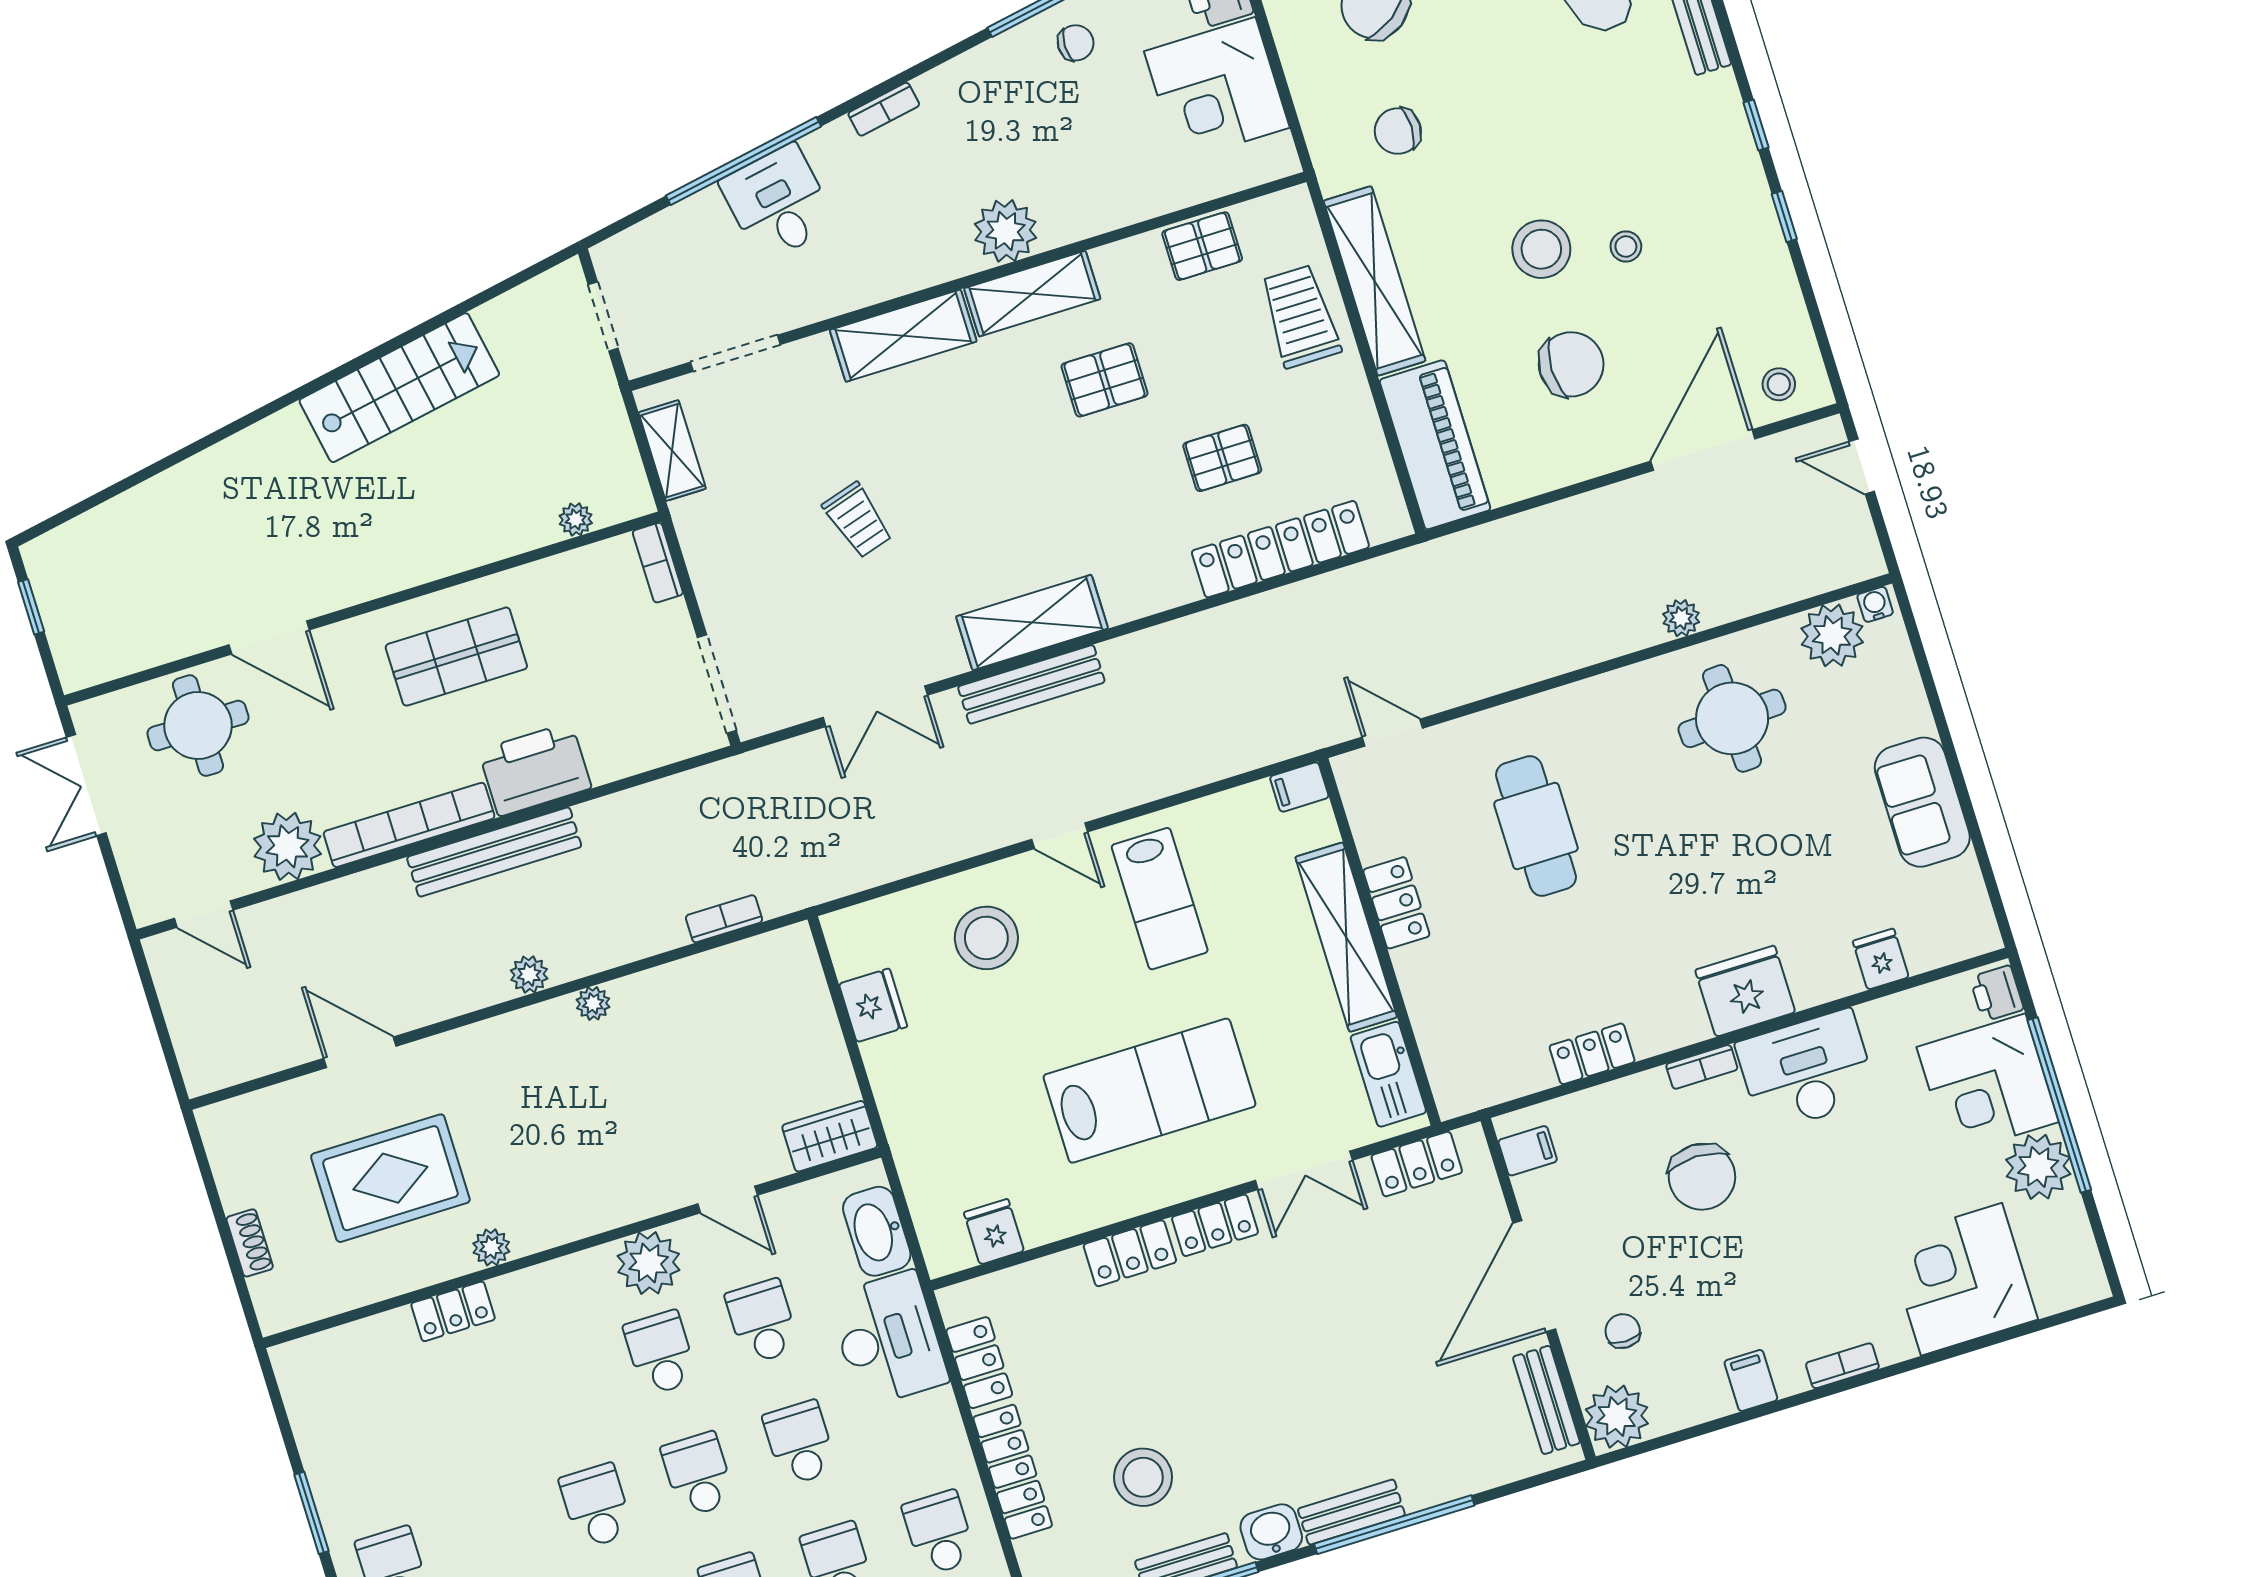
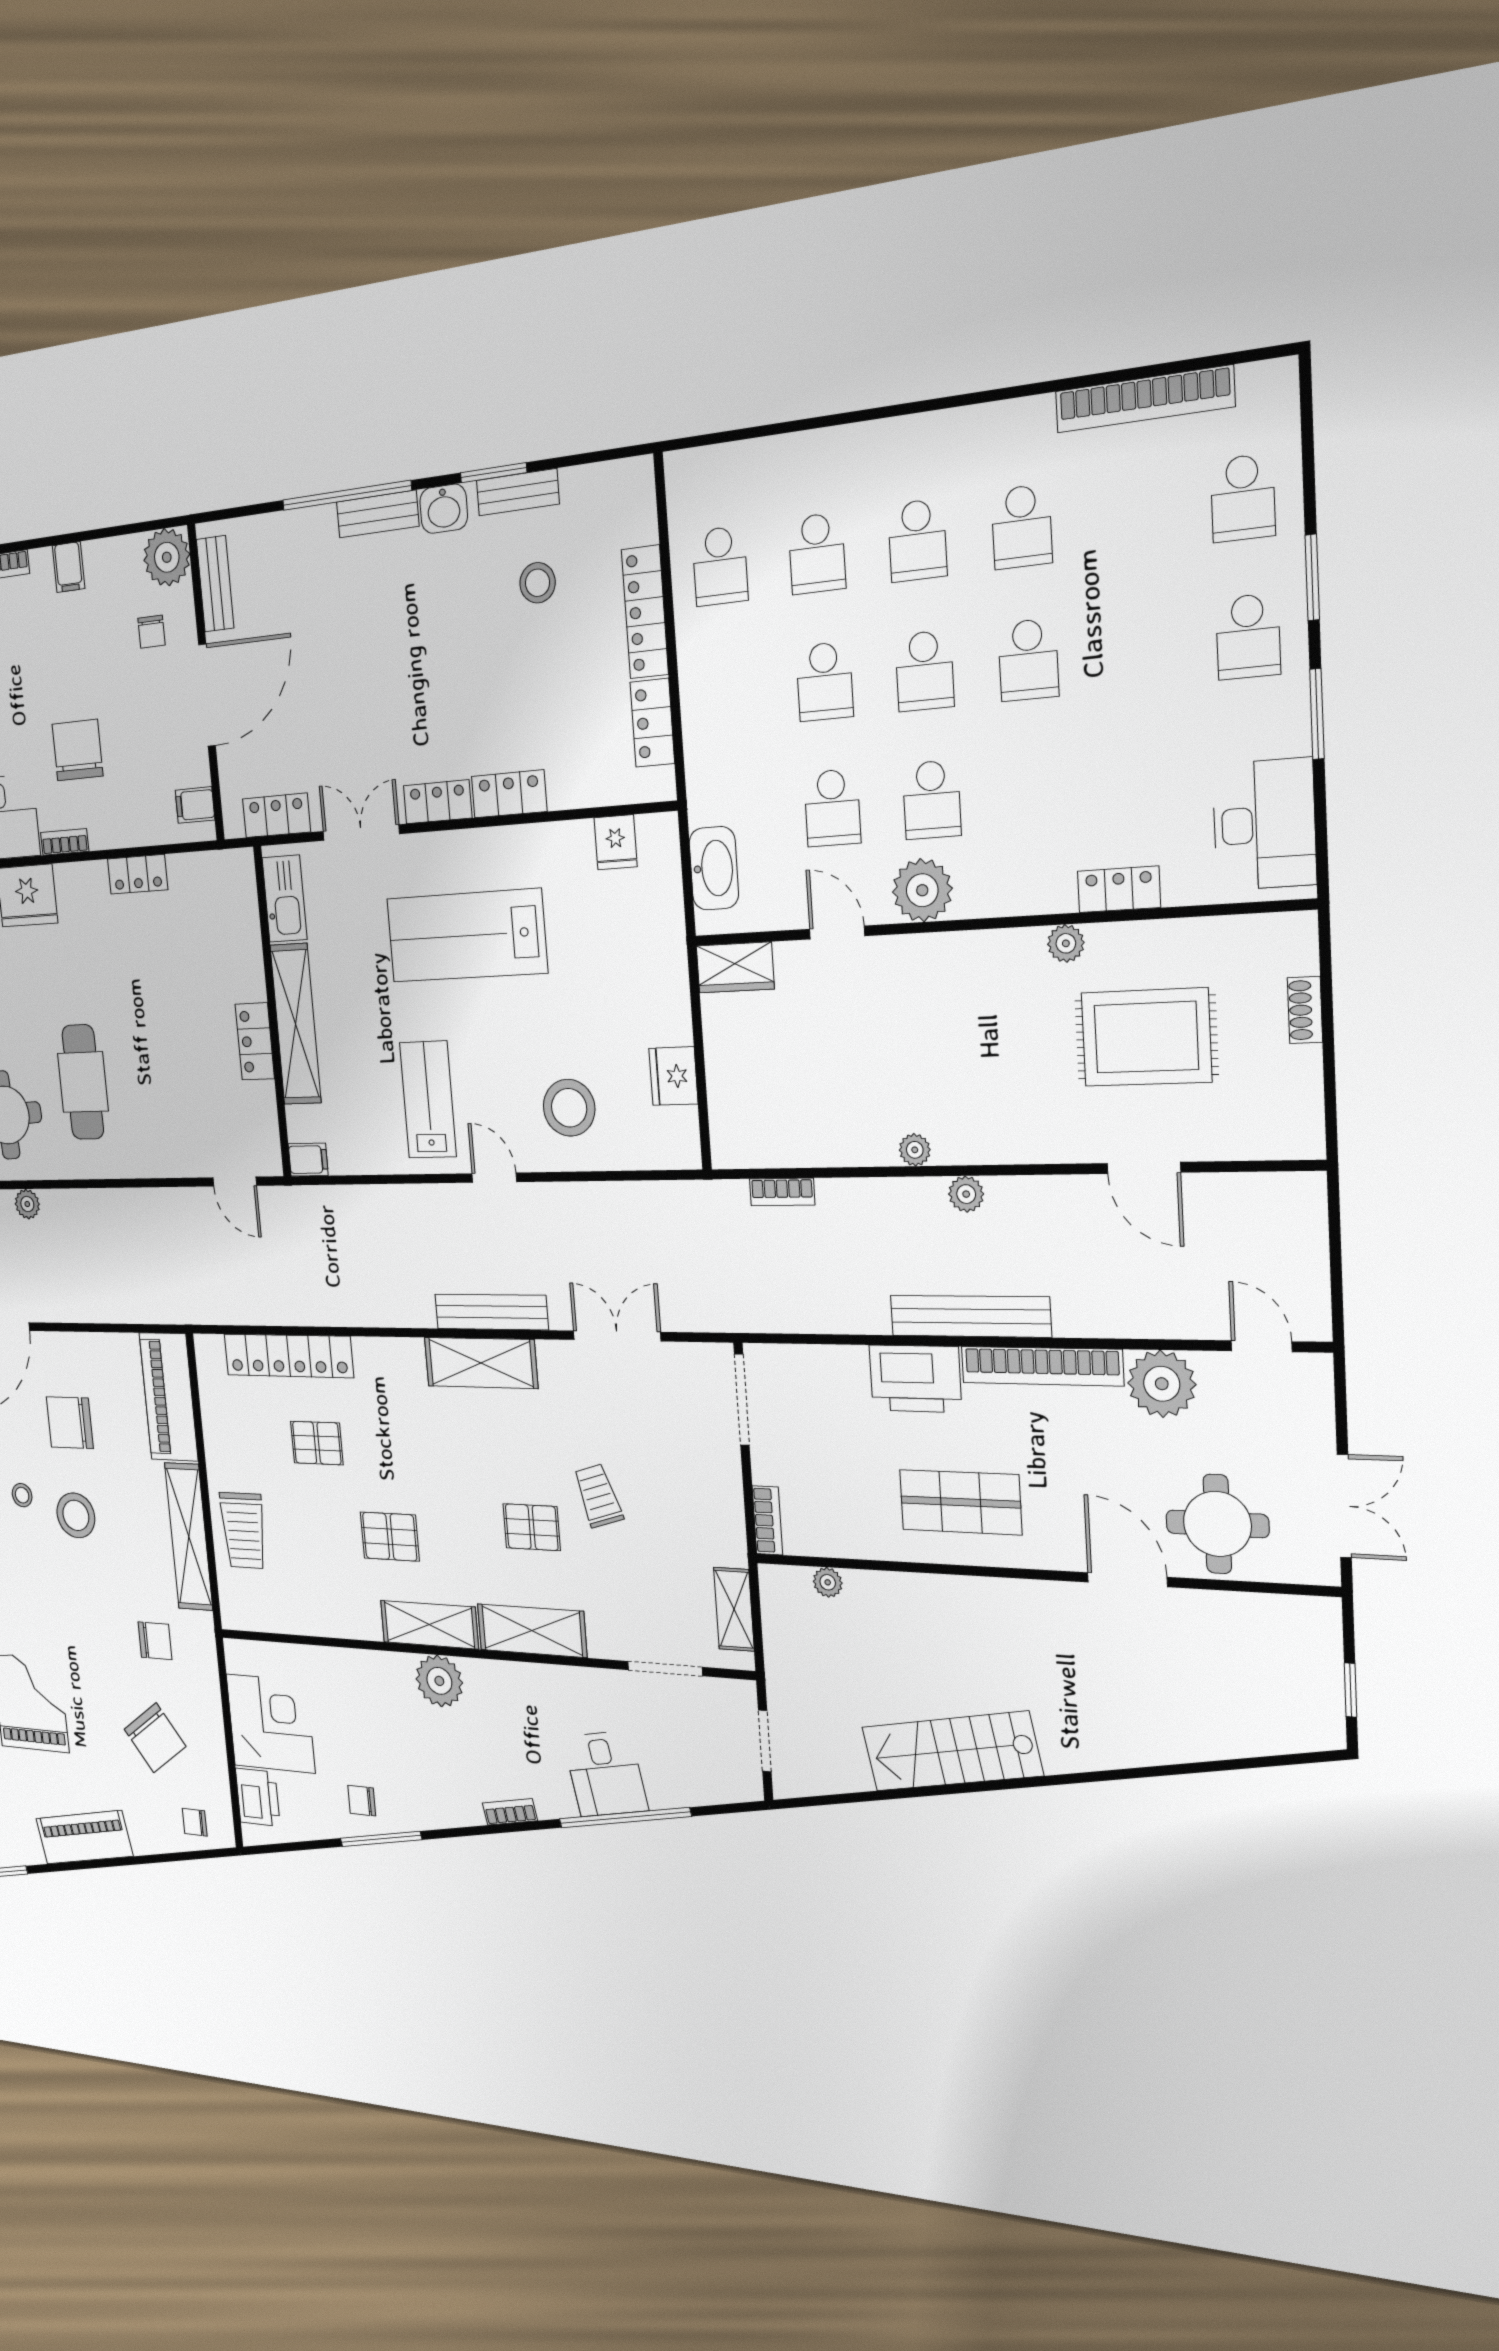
pallet: (1202, 246) -> (532, 1527), moved
cafe table: (1536, 826) -> (83, 1082), moved
desk: (888, 1339) -> (1264, 824), moved, turned 180
stool: (1143, 1477) -> (538, 583), width x0.73, depth x0.73

